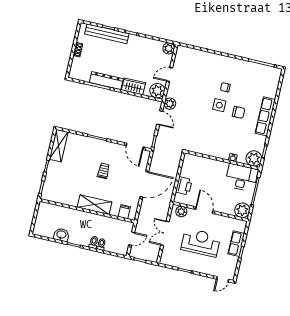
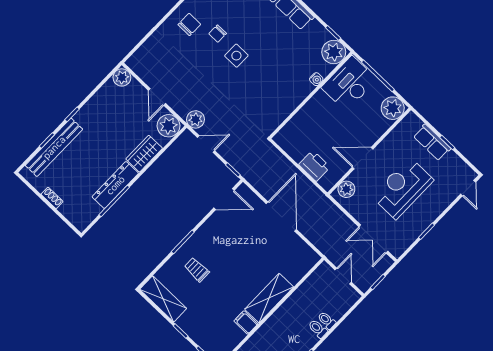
chair: (239, 112) -> (189, 24), moved
trolley: (104, 171) -> (197, 270), moved
filing cabinet: (124, 212) -> (246, 322), moved
double door: (165, 233) -> (373, 239), moved

